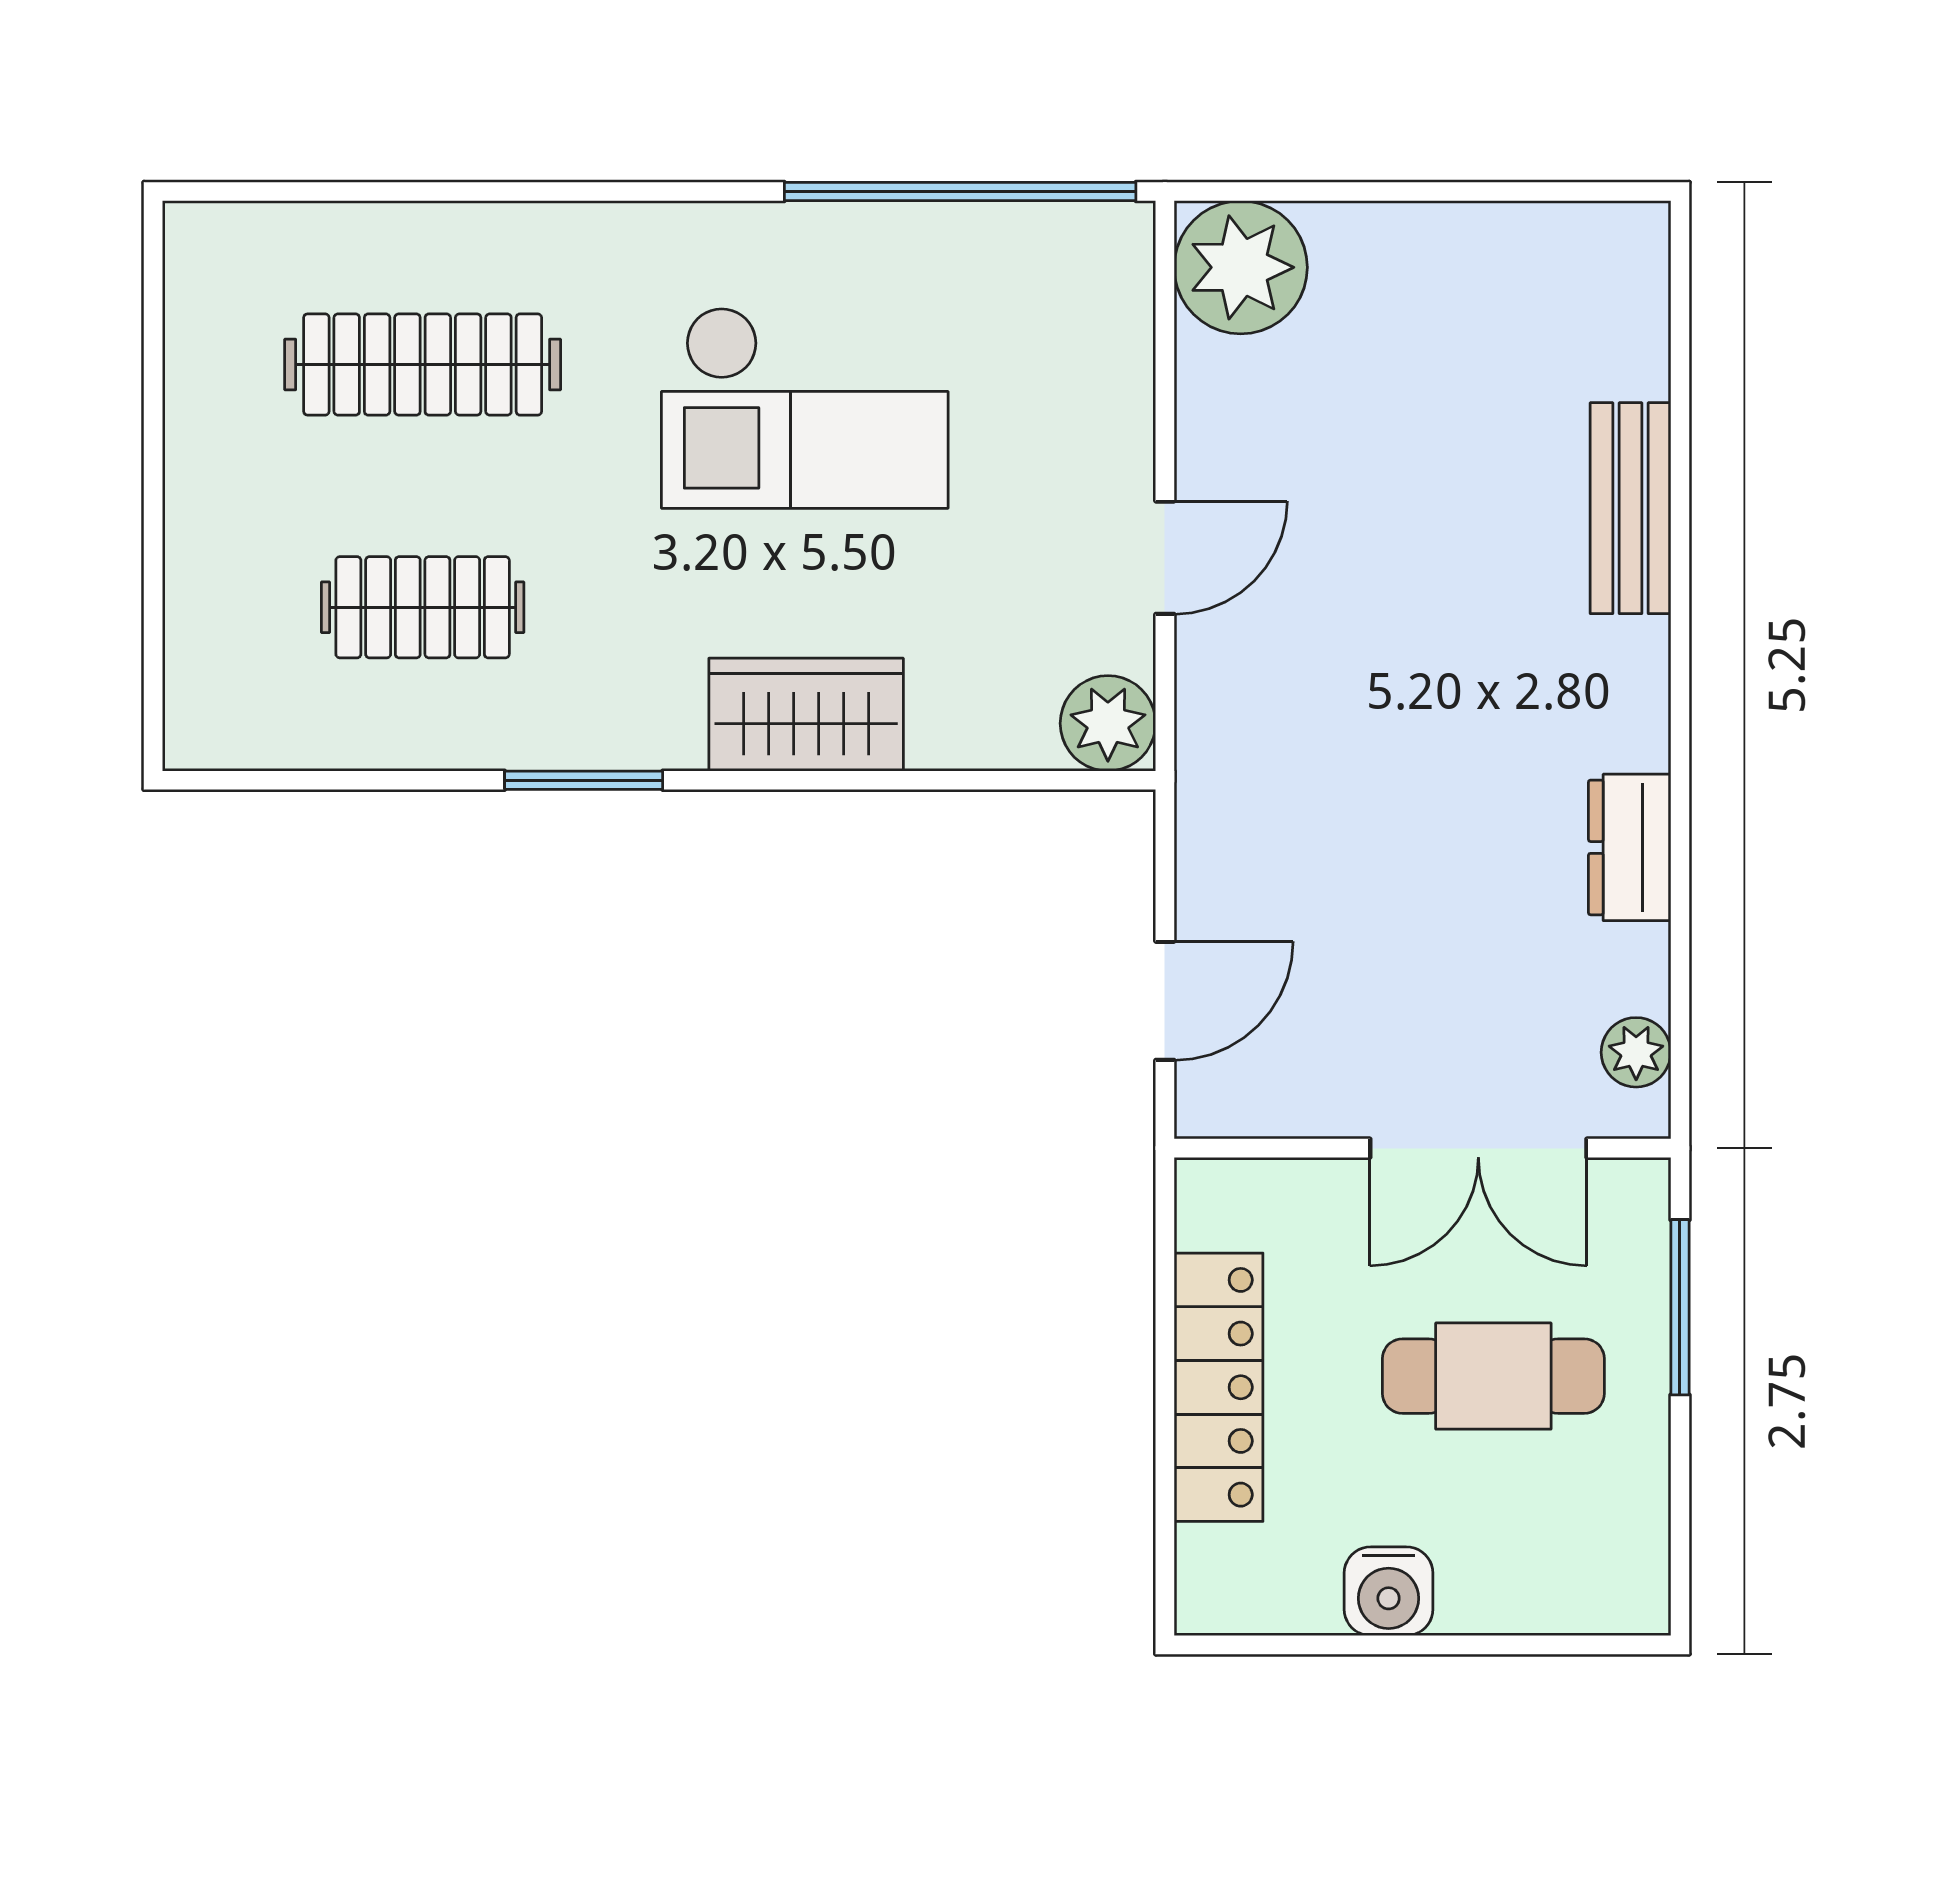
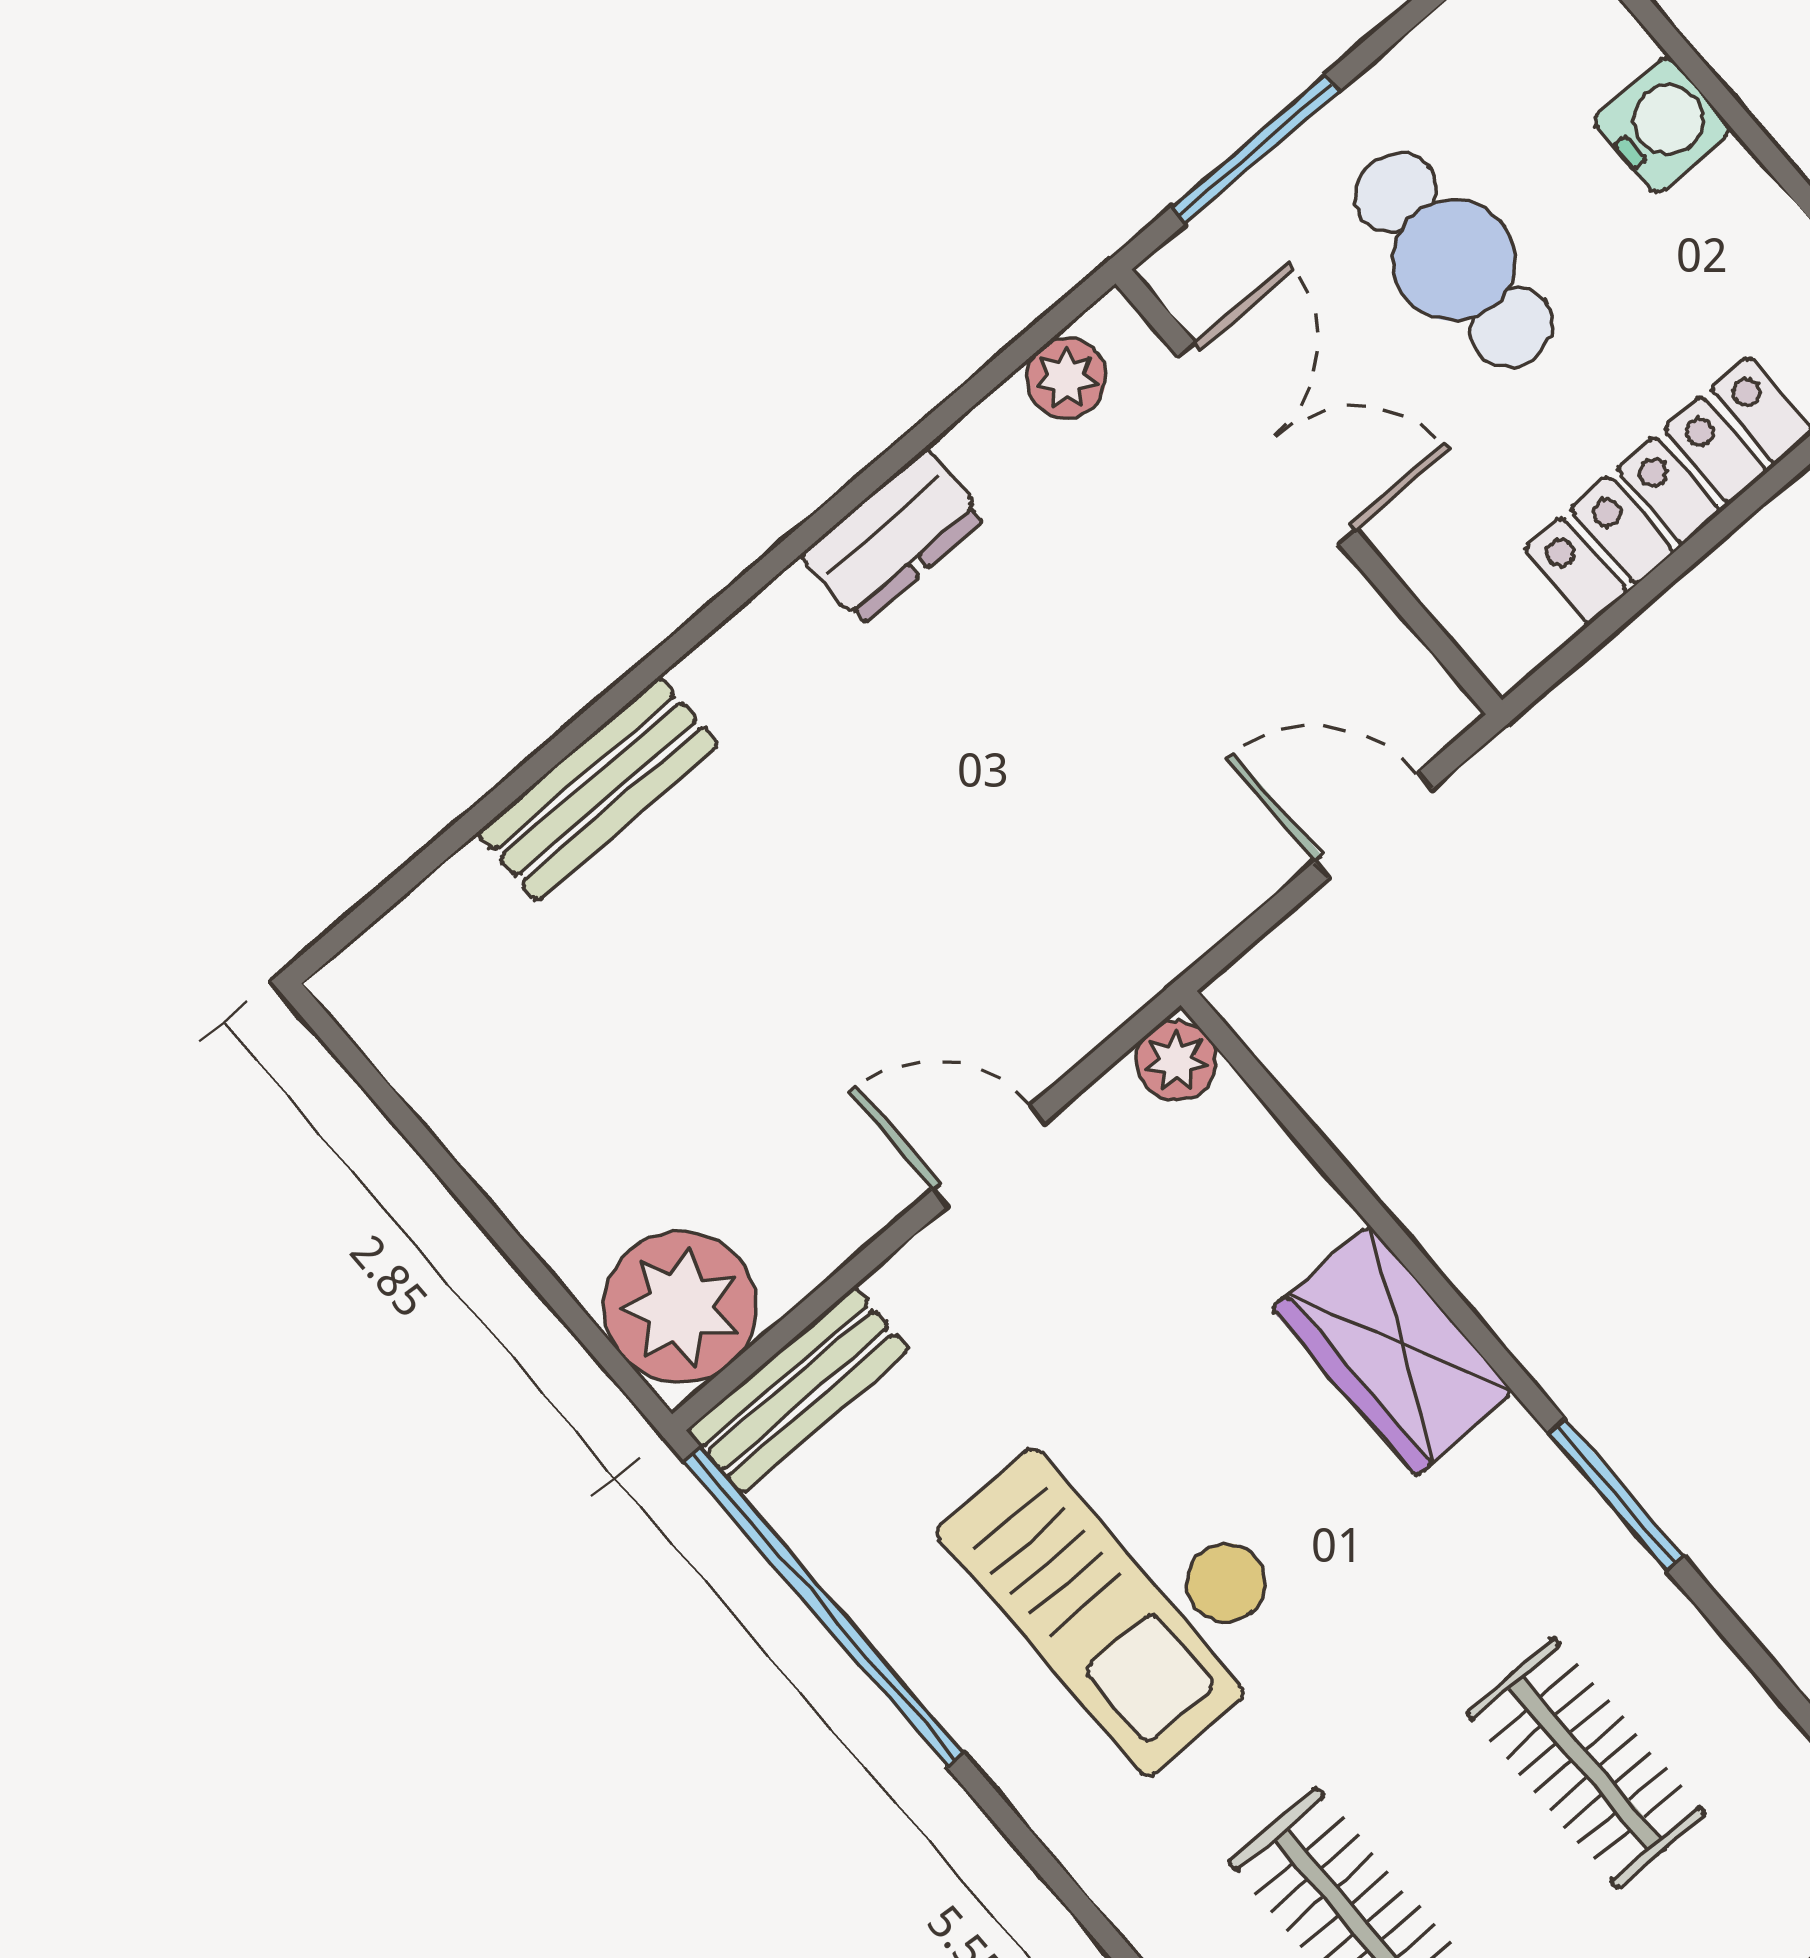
bench: (1119, 298) -> (798, 1390), added
checkout: (805, 408) -> (1127, 1581), turned 180
plant: (1108, 723) -> (1176, 1061), width x0.73, depth x0.73
water cooler: (1389, 1591) -> (1662, 125), moved

